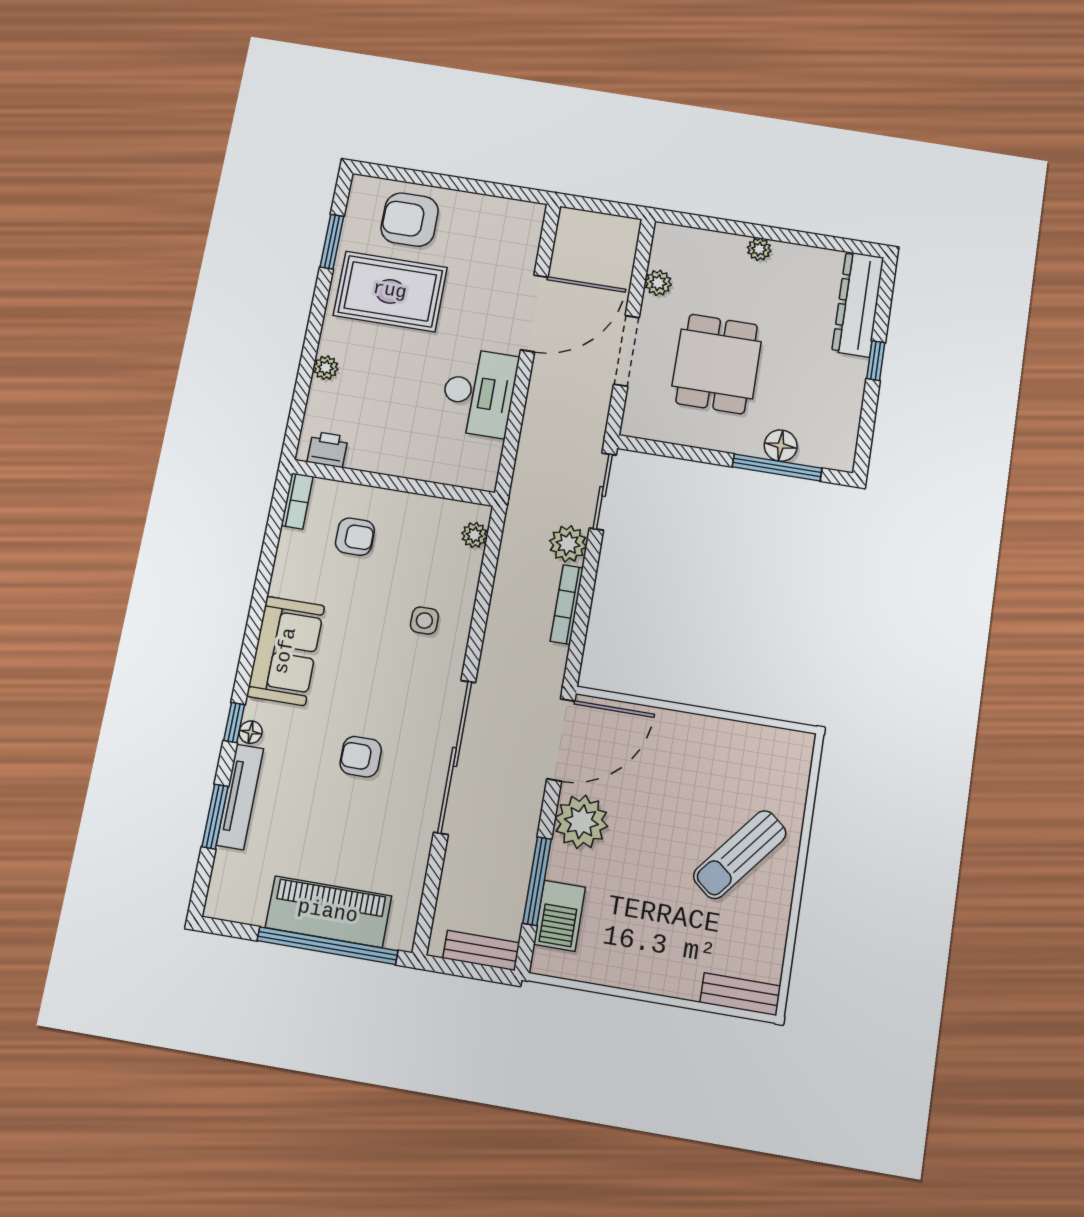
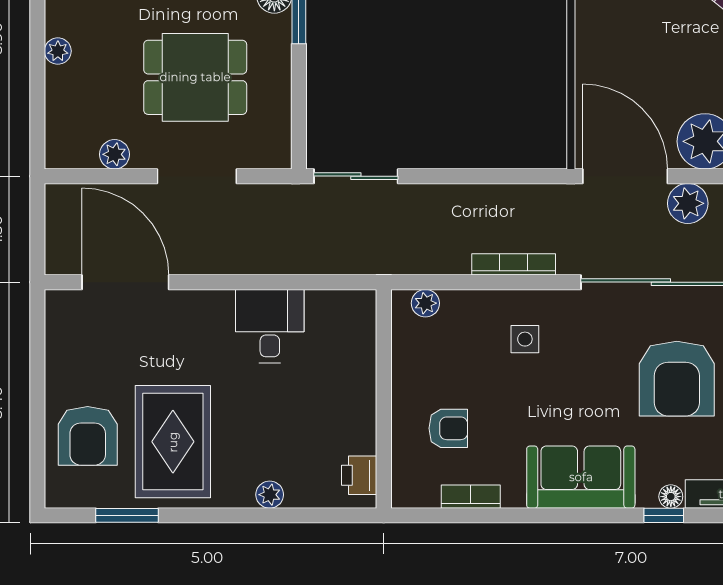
door: (534, 313) -> (125, 282), moved
desk: (479, 393) -> (270, 326), width x0.73
bookcase: (297, 501) -> (471, 497), moved
armchair: (355, 537) -> (448, 428), turned 90
plant: (568, 544) -> (688, 203), moved
bookcase: (567, 604) -> (514, 264), moved, turned 180
armchair: (361, 757) -> (677, 379), width x1.88, depth x1.88

